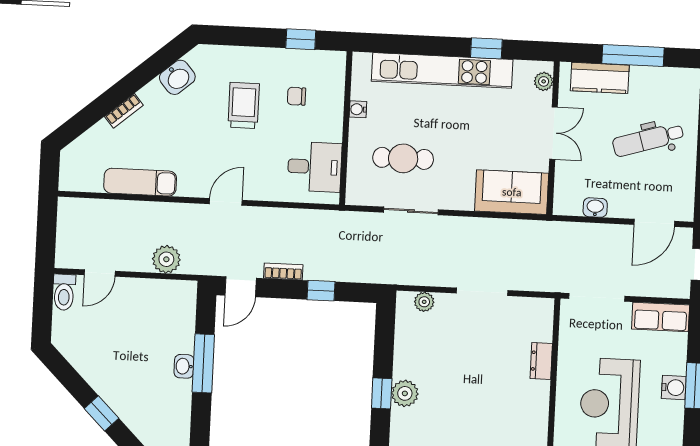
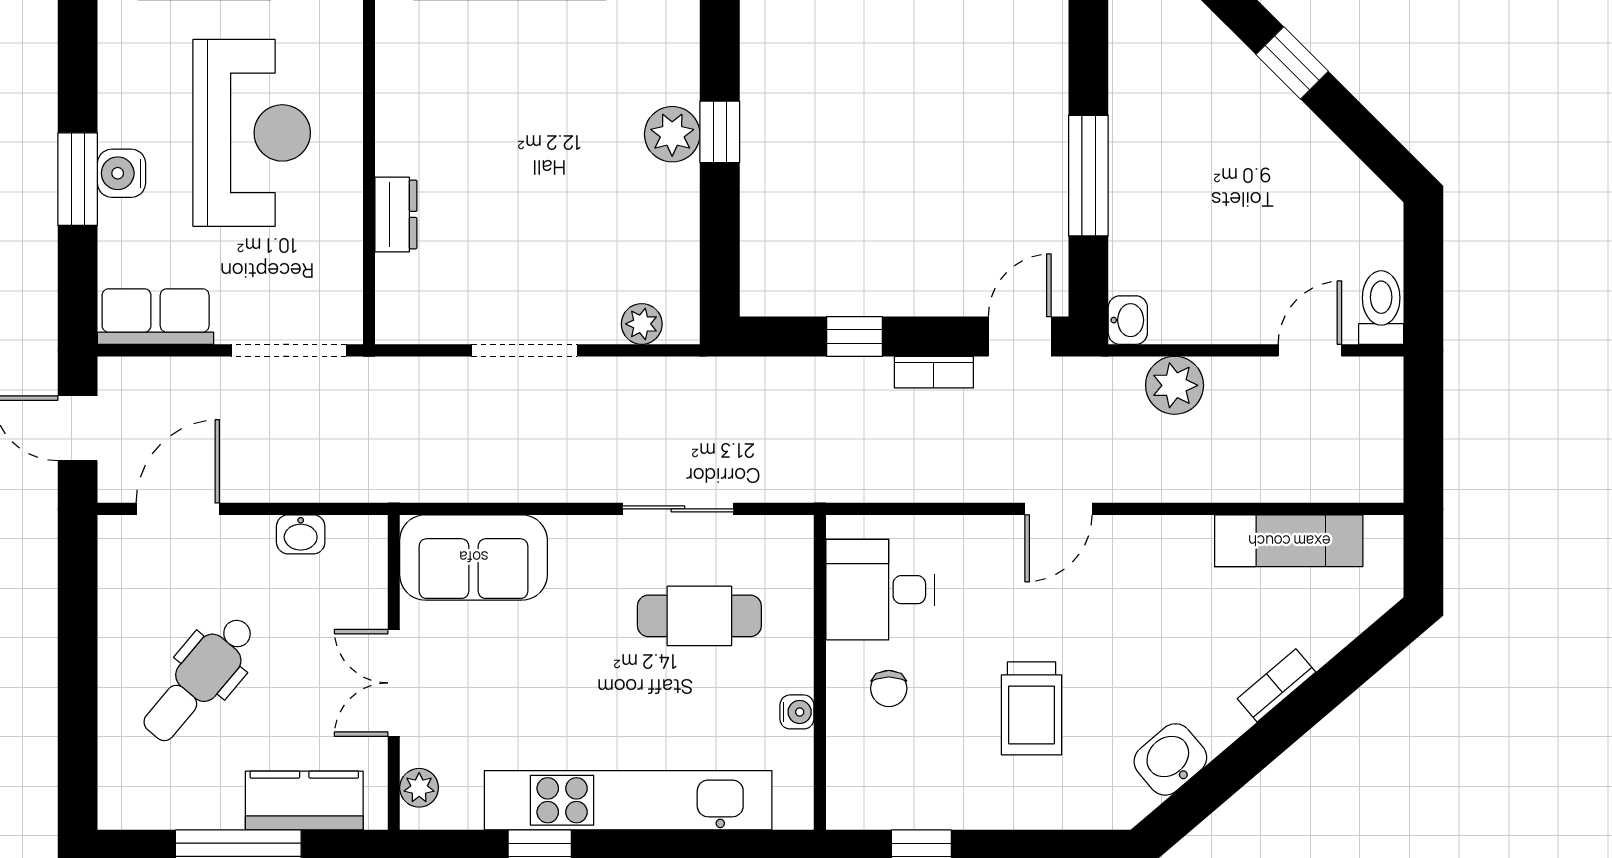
chair: (297, 96) -> (889, 689), moved, turned 90
dental chair: (648, 140) -> (199, 679), turned 147
exam couch: (140, 182) -> (1289, 541), moved
washbasin: (184, 366) -> (1128, 320), moved

